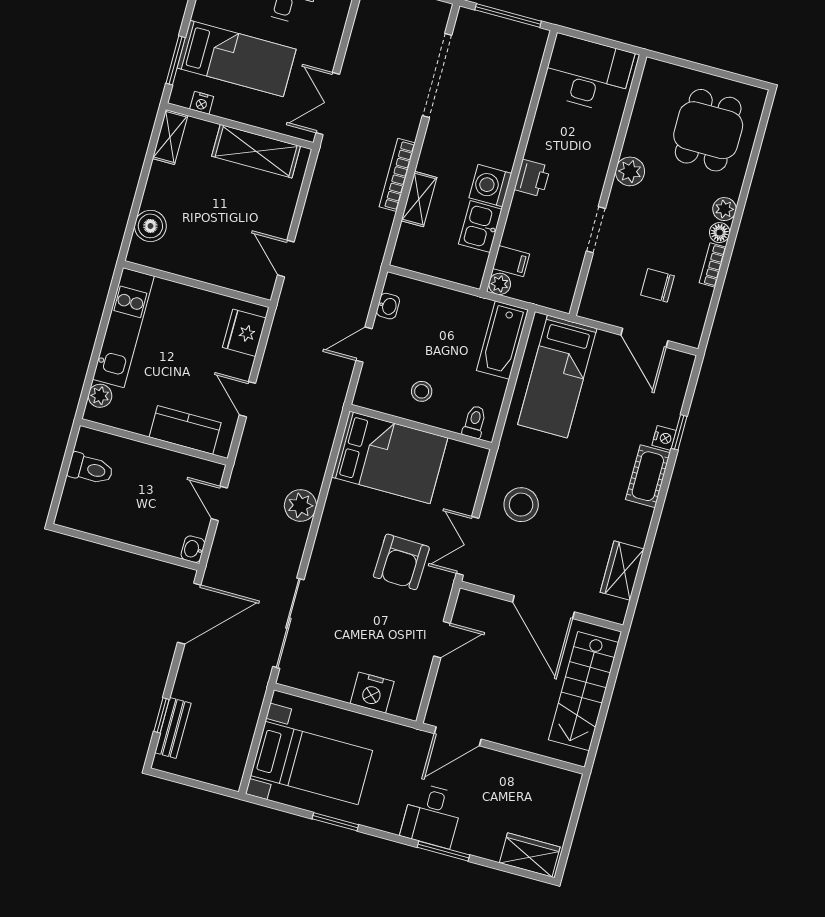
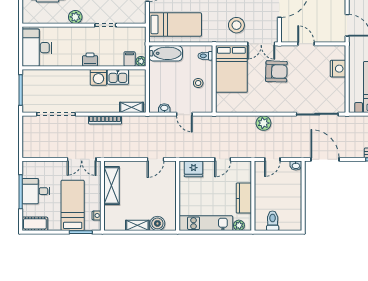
shelving: (170, 137) -> (137, 225), moved
shelving: (419, 199) -> (132, 107), moved
kitchen counter: (185, 430) -> (244, 198), moved
bed: (390, 457) -> (231, 69), moved, turned 180

